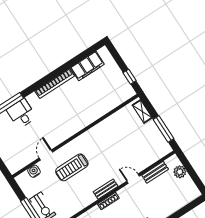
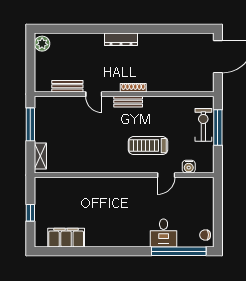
window: (130, 77) -> (30, 213), moved
bookcase: (55, 83) -> (110, 242), removed
treadmill: (72, 167) -> (148, 146), turned 180
plant: (180, 172) -> (42, 44), moved

